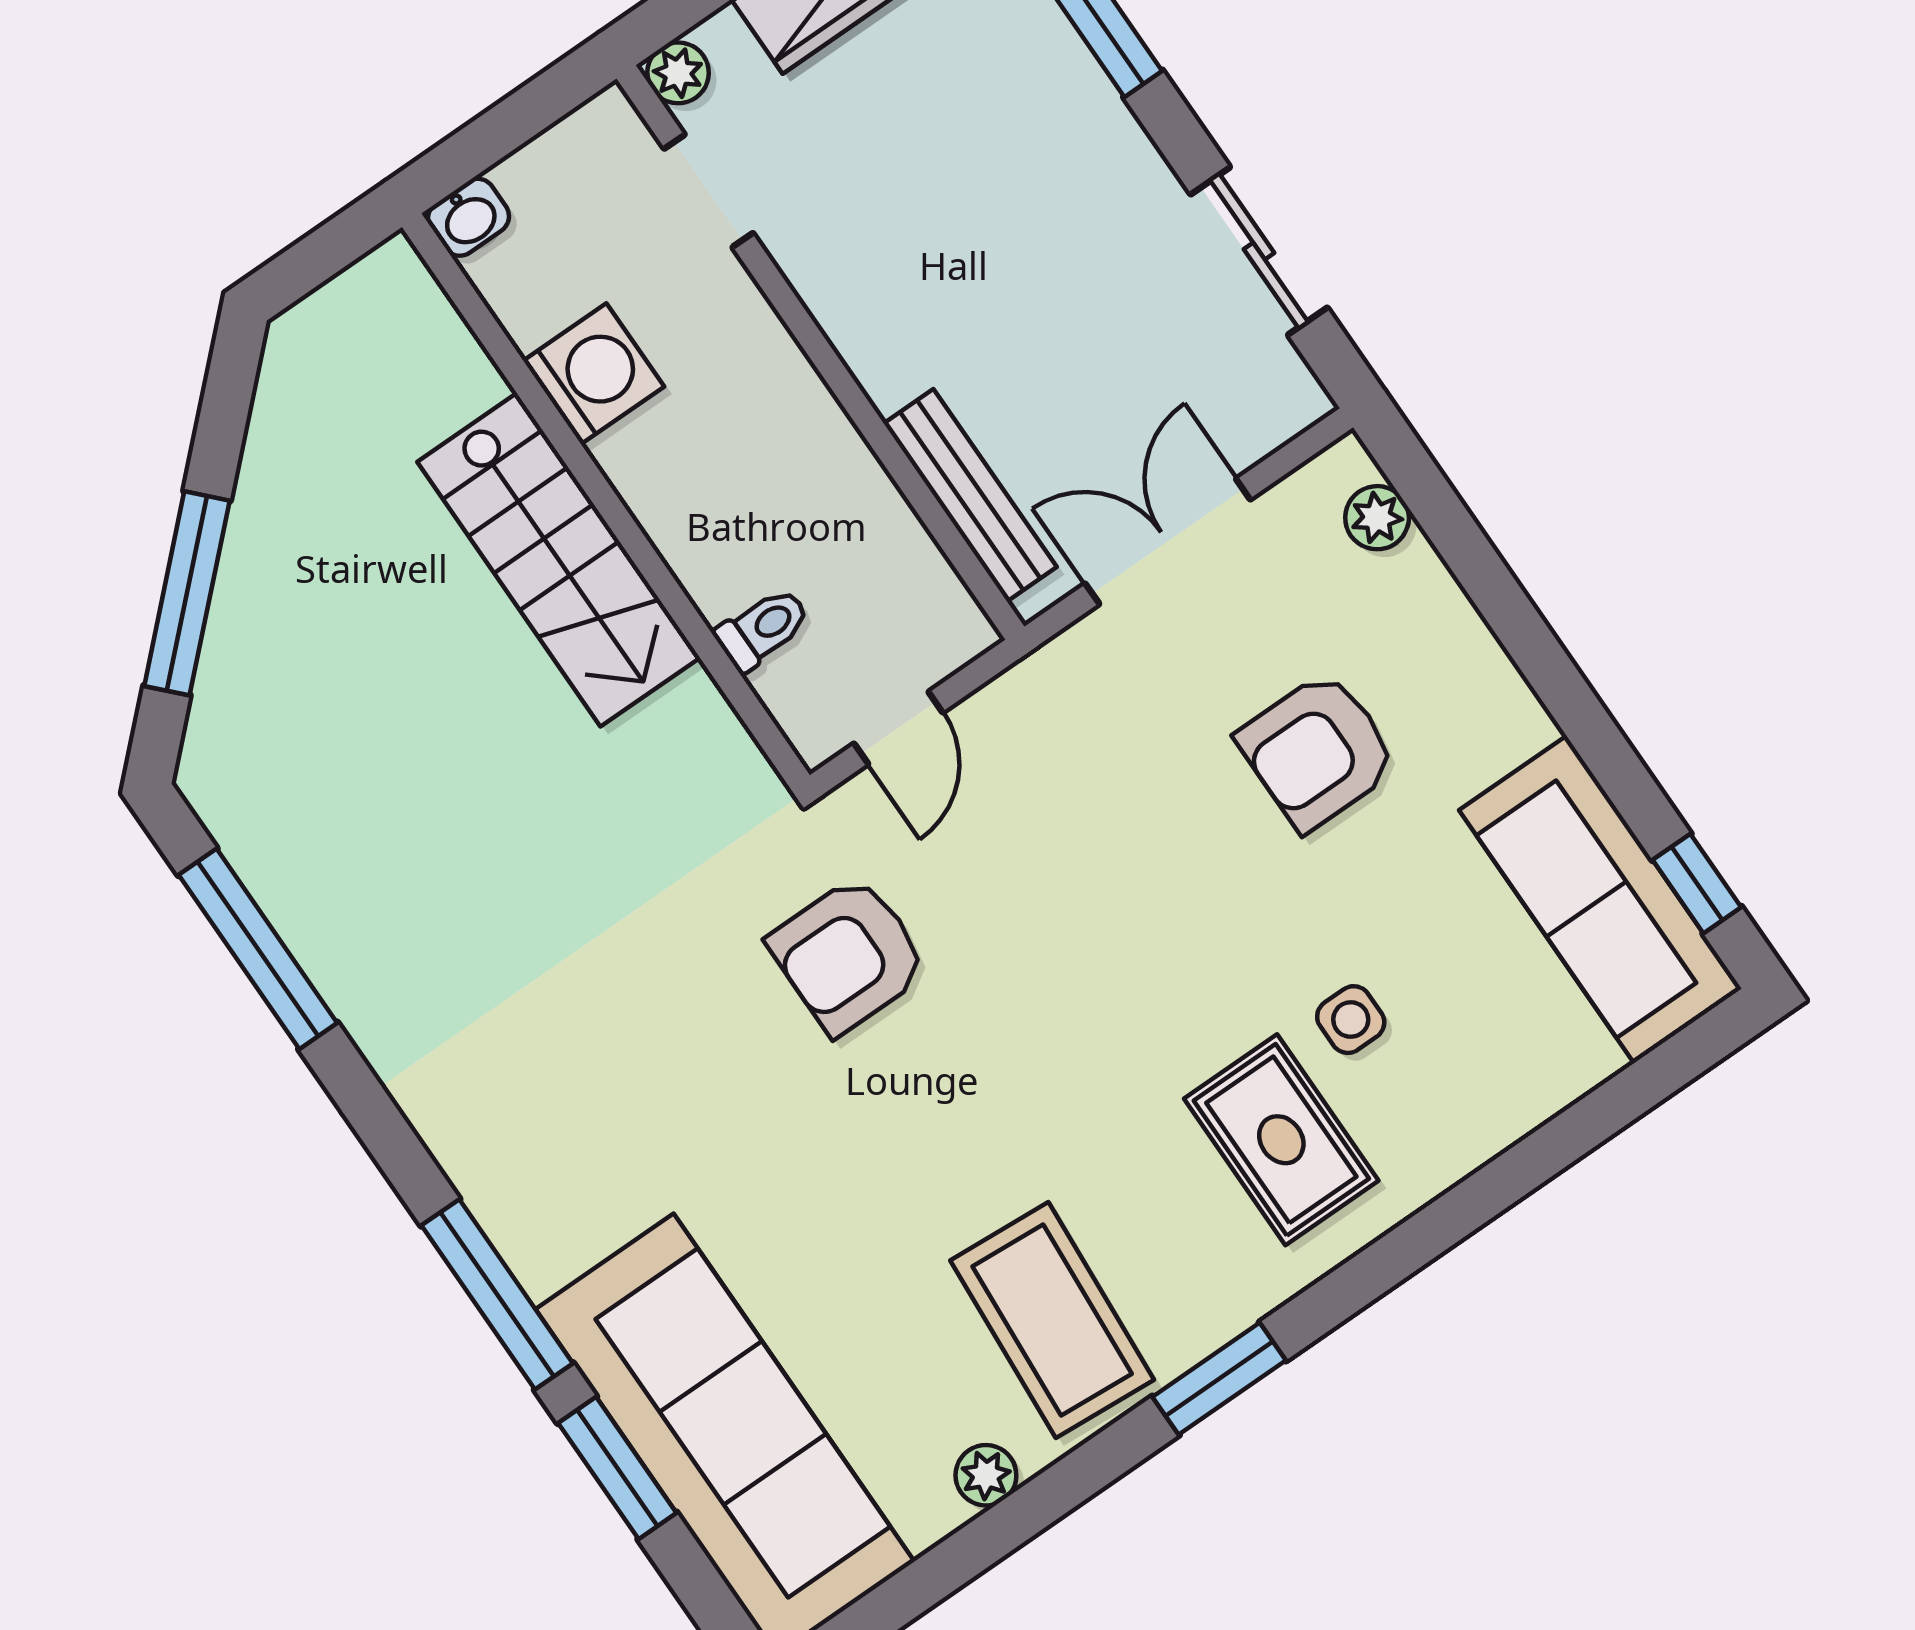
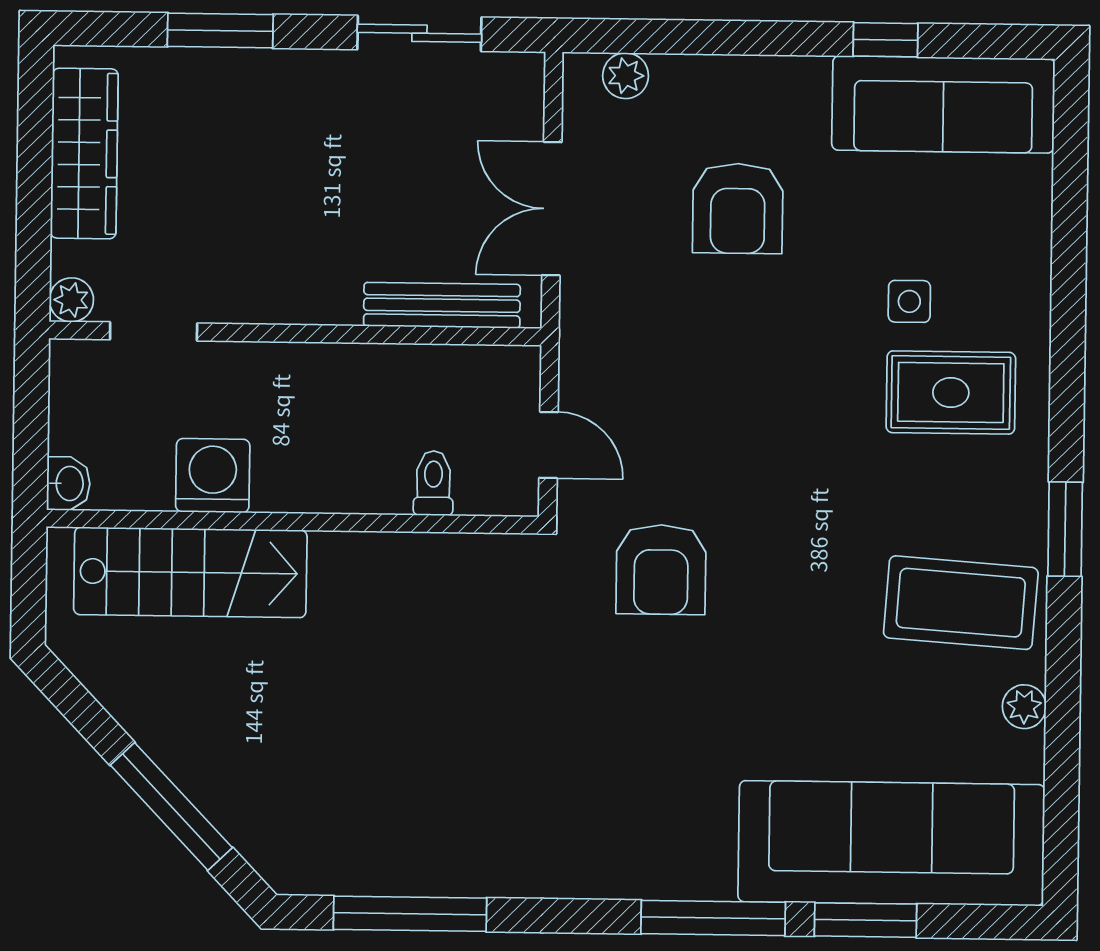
stairs: (559, 560) -> (190, 572), moved
window: (1697, 884) -> (885, 40), moved

